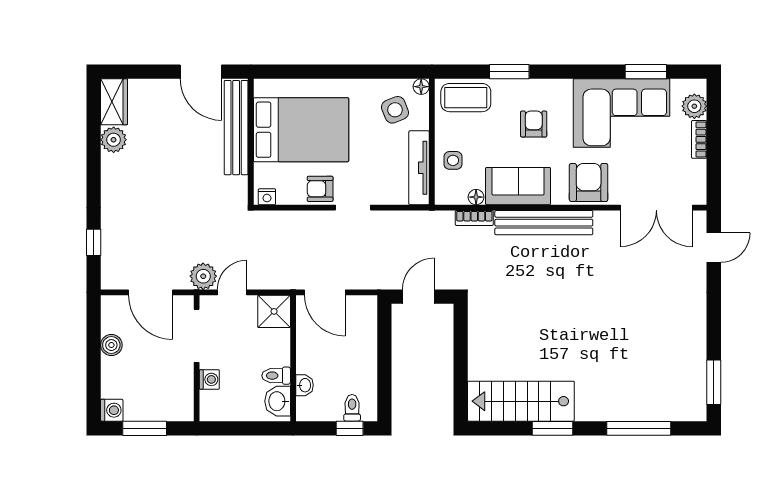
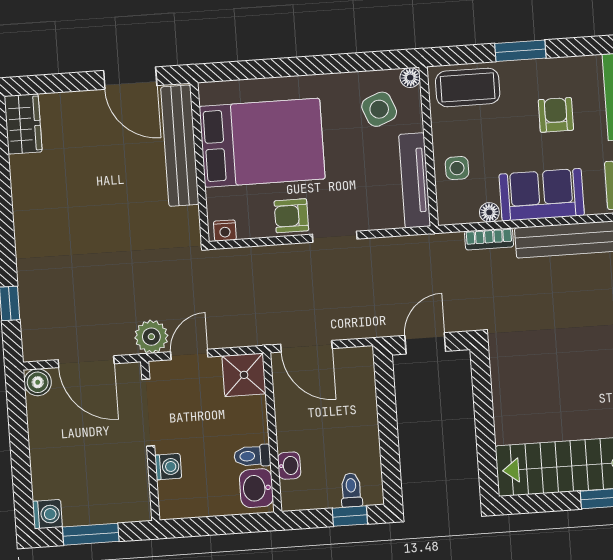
plant: (114, 140) -> (26, 172), removed
boiler: (111, 345) -> (38, 382), moved

